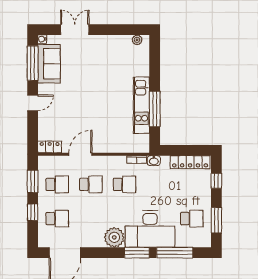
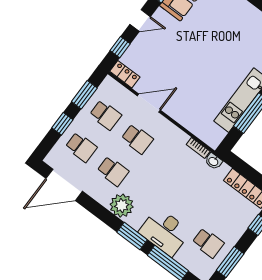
window: (33, 131) -> (120, 47), added
school desk: (124, 184) -> (113, 171), moved
desk: (150, 229) -> (165, 232), width x0.73, depth x0.77

